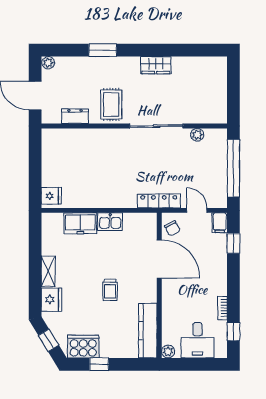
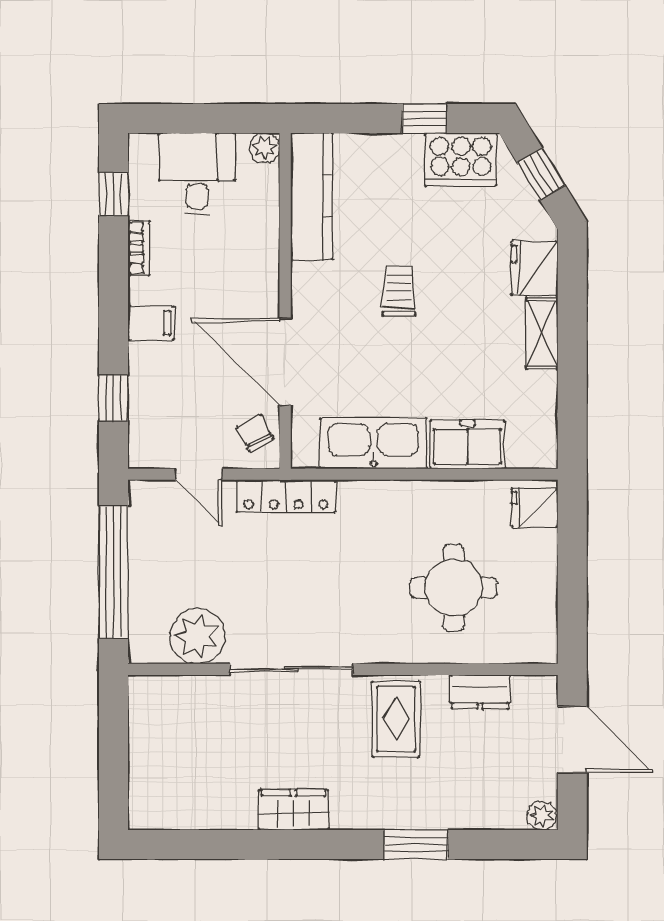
plant: (197, 135) -> (197, 636), width x1.87, depth x1.87
round table: (86, 161) -> (454, 588), added
kitchen sink: (110, 222) -> (374, 443), width x1.88, depth x1.24
filing cabinet: (220, 223) -> (151, 323), moved, turned 90

